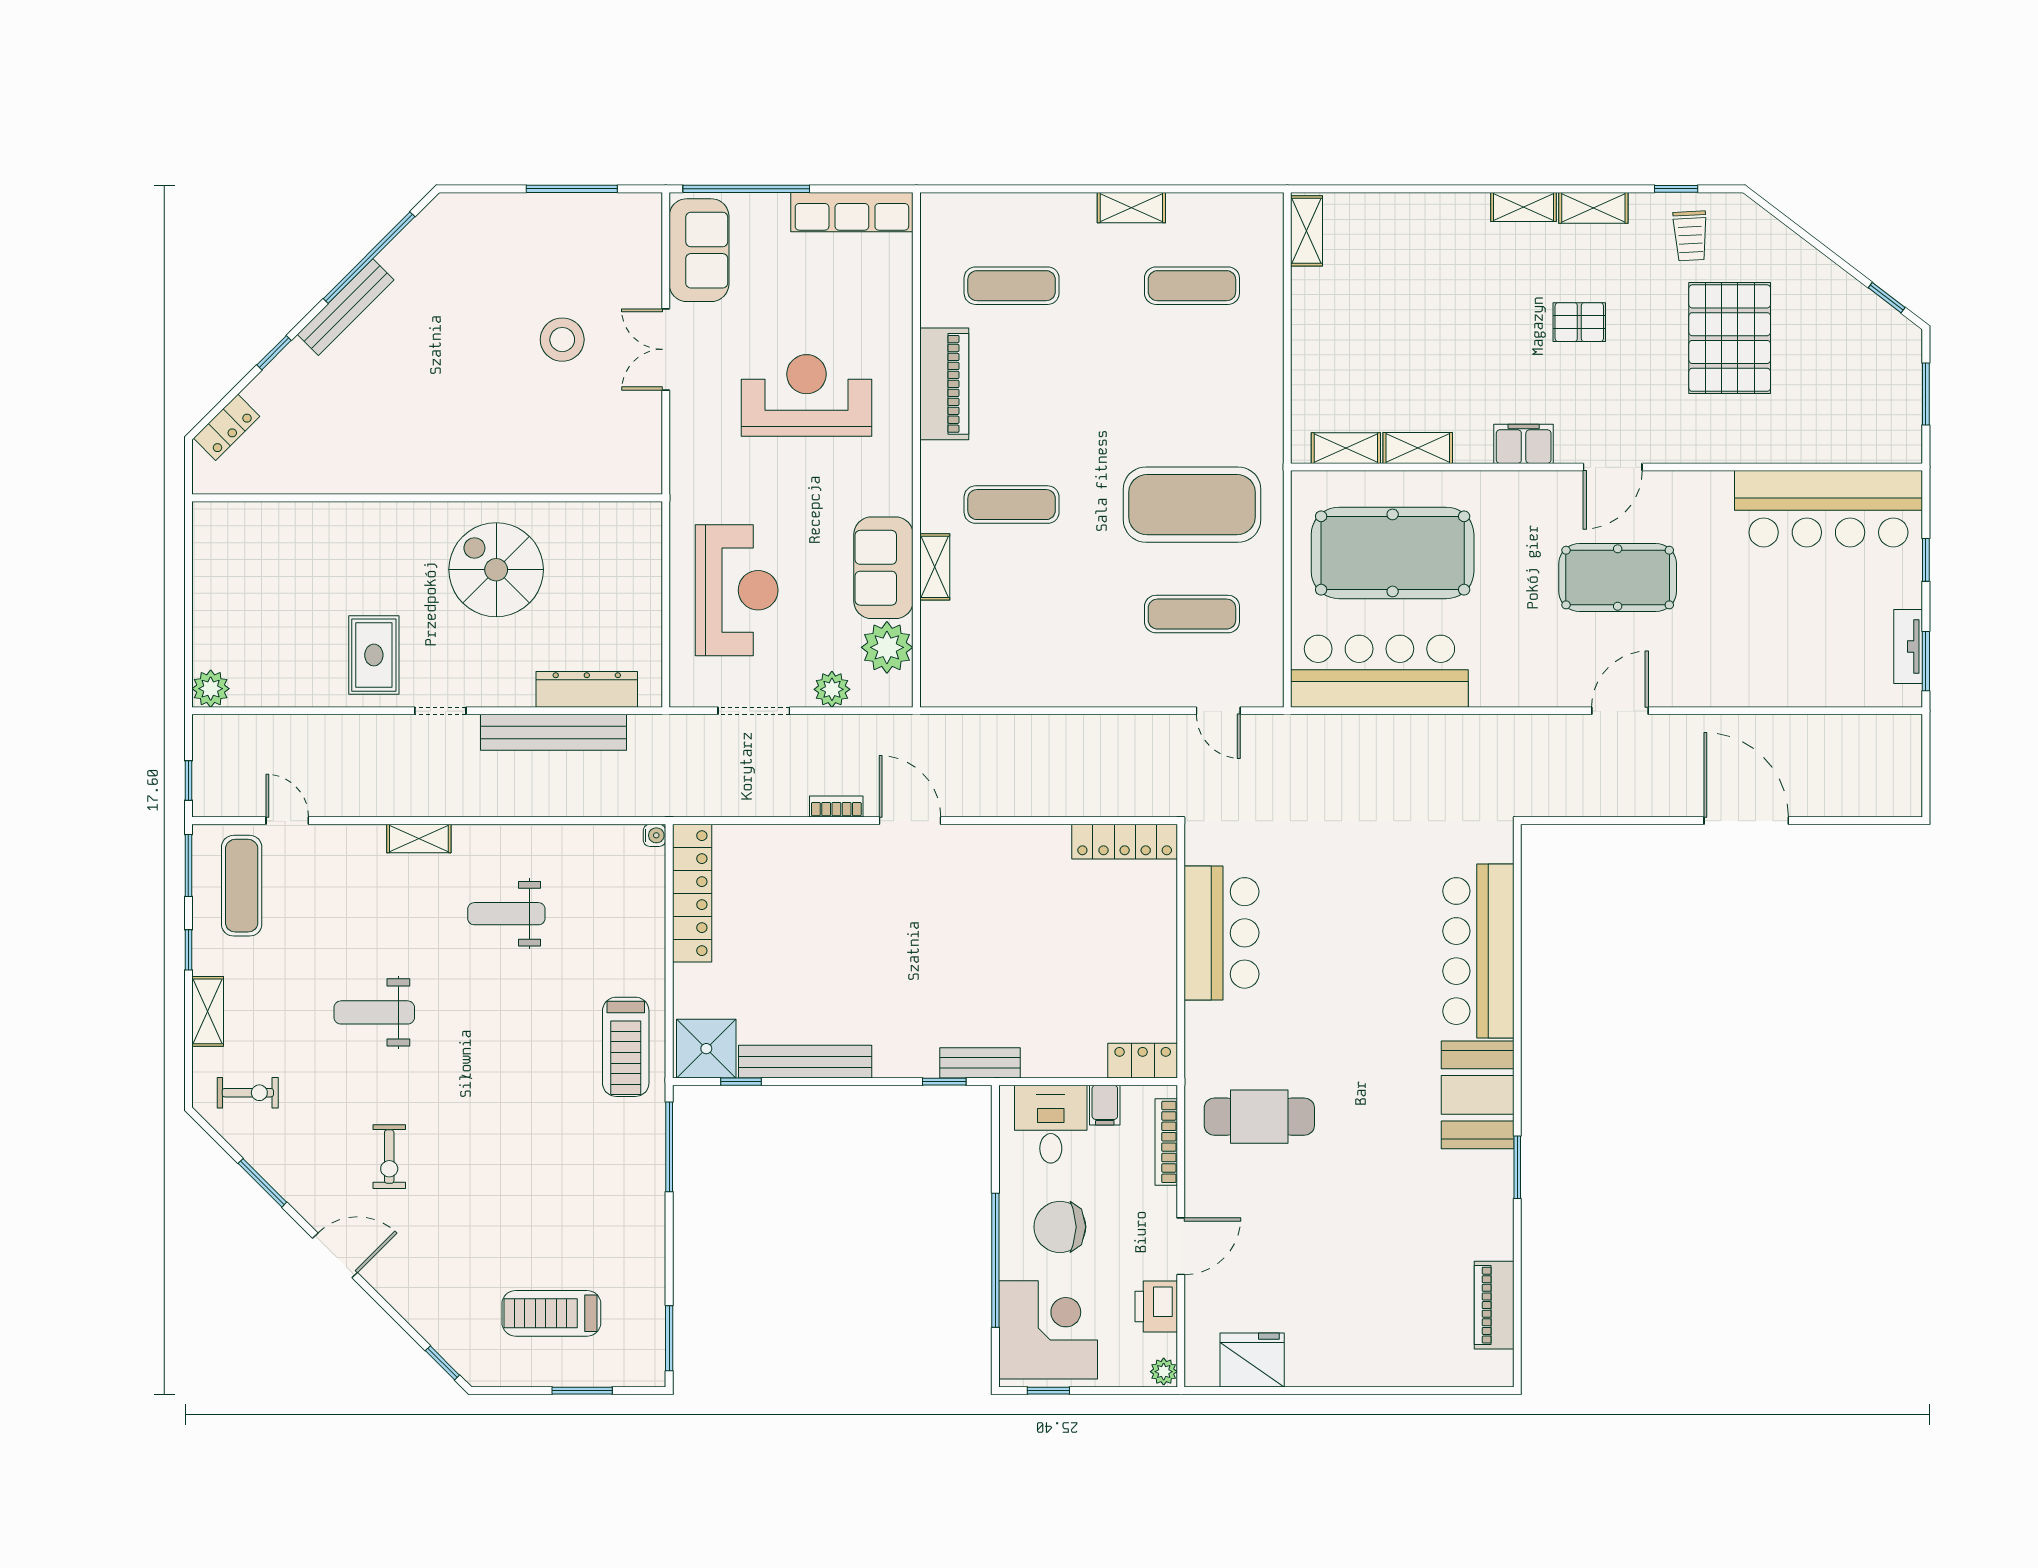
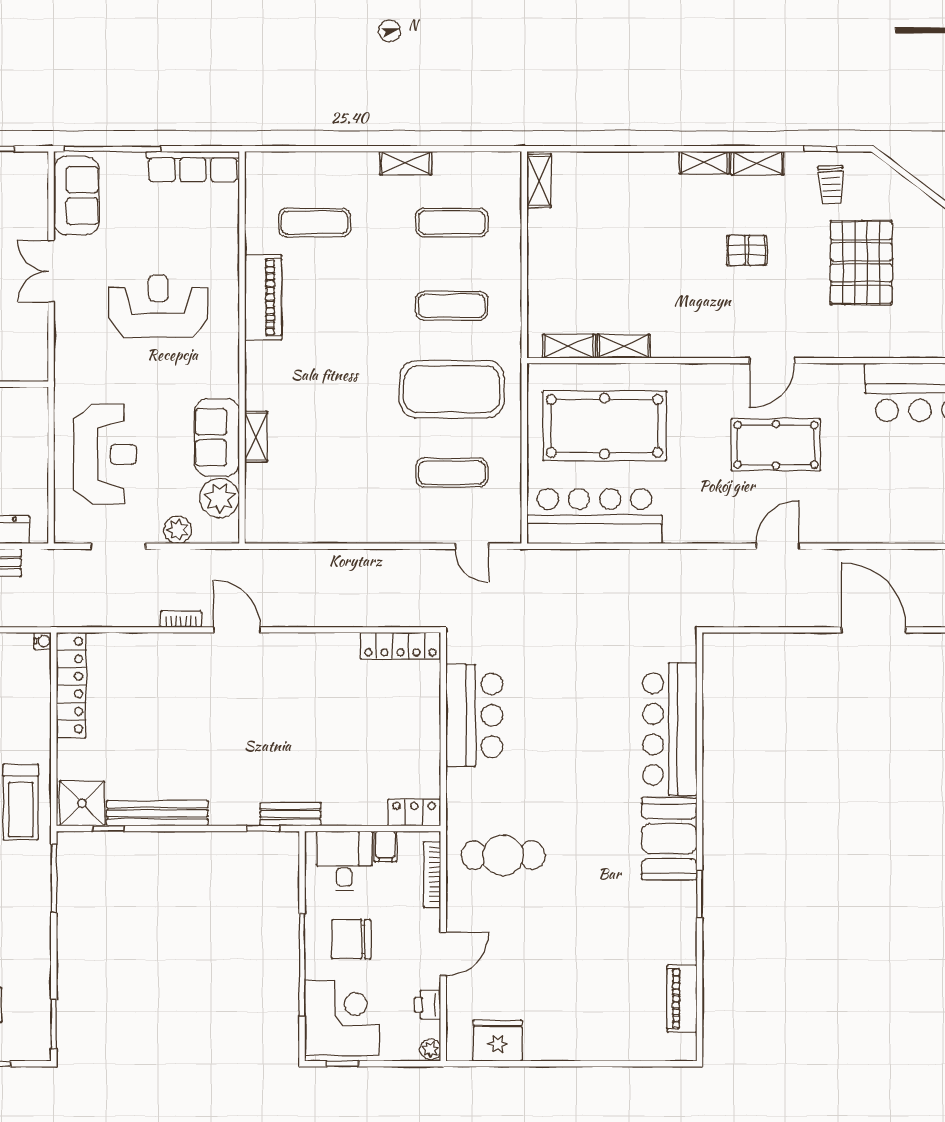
filing cabinet: (1524, 444) -> (704, 343), removed
exercise mat: (1012, 505) -> (452, 306), moved
printer: (1156, 1306) -> (428, 1005), width x0.73, depth x0.81

